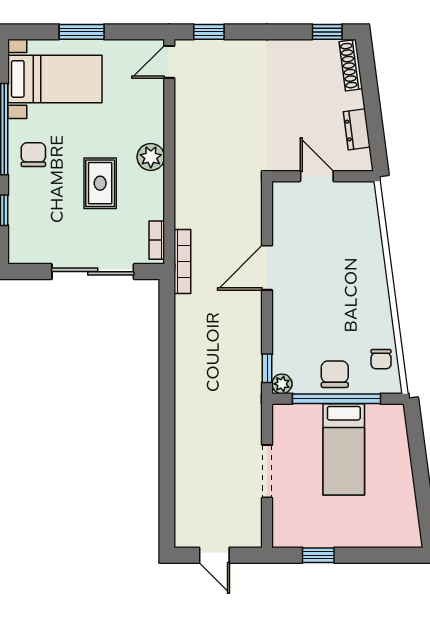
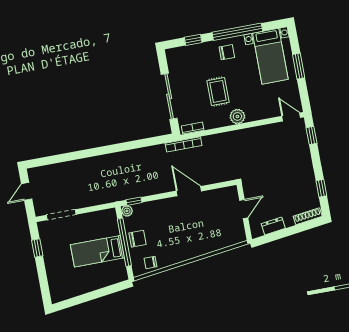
window: (327, 32) -> (321, 188), moved
rug: (100, 183) -> (218, 91), turned 90
doorway: (267, 471) -> (61, 215), moved

